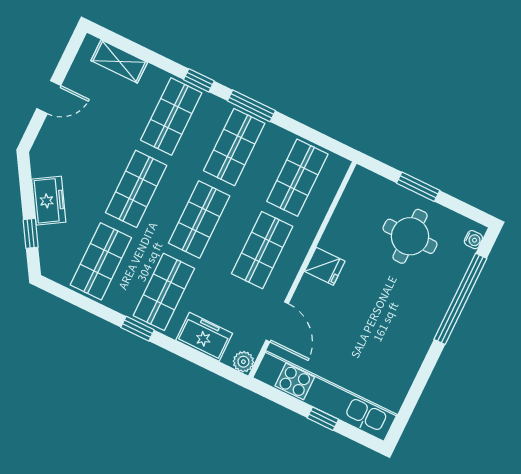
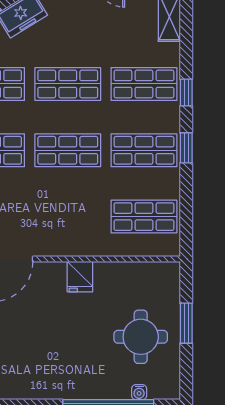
window: (251, 106) -> (186, 148), width x0.67
water cooler: (473, 240) -> (139, 392), moved
shop shelf: (262, 250) -> (68, 217), removed

